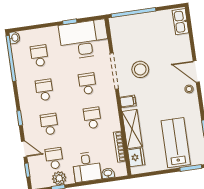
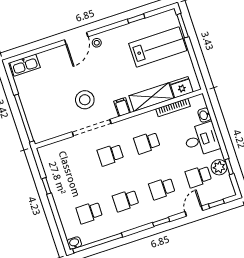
desk: (84, 39) -> (63, 167), removed
lab bench: (176, 143) -> (158, 47), turned 180

